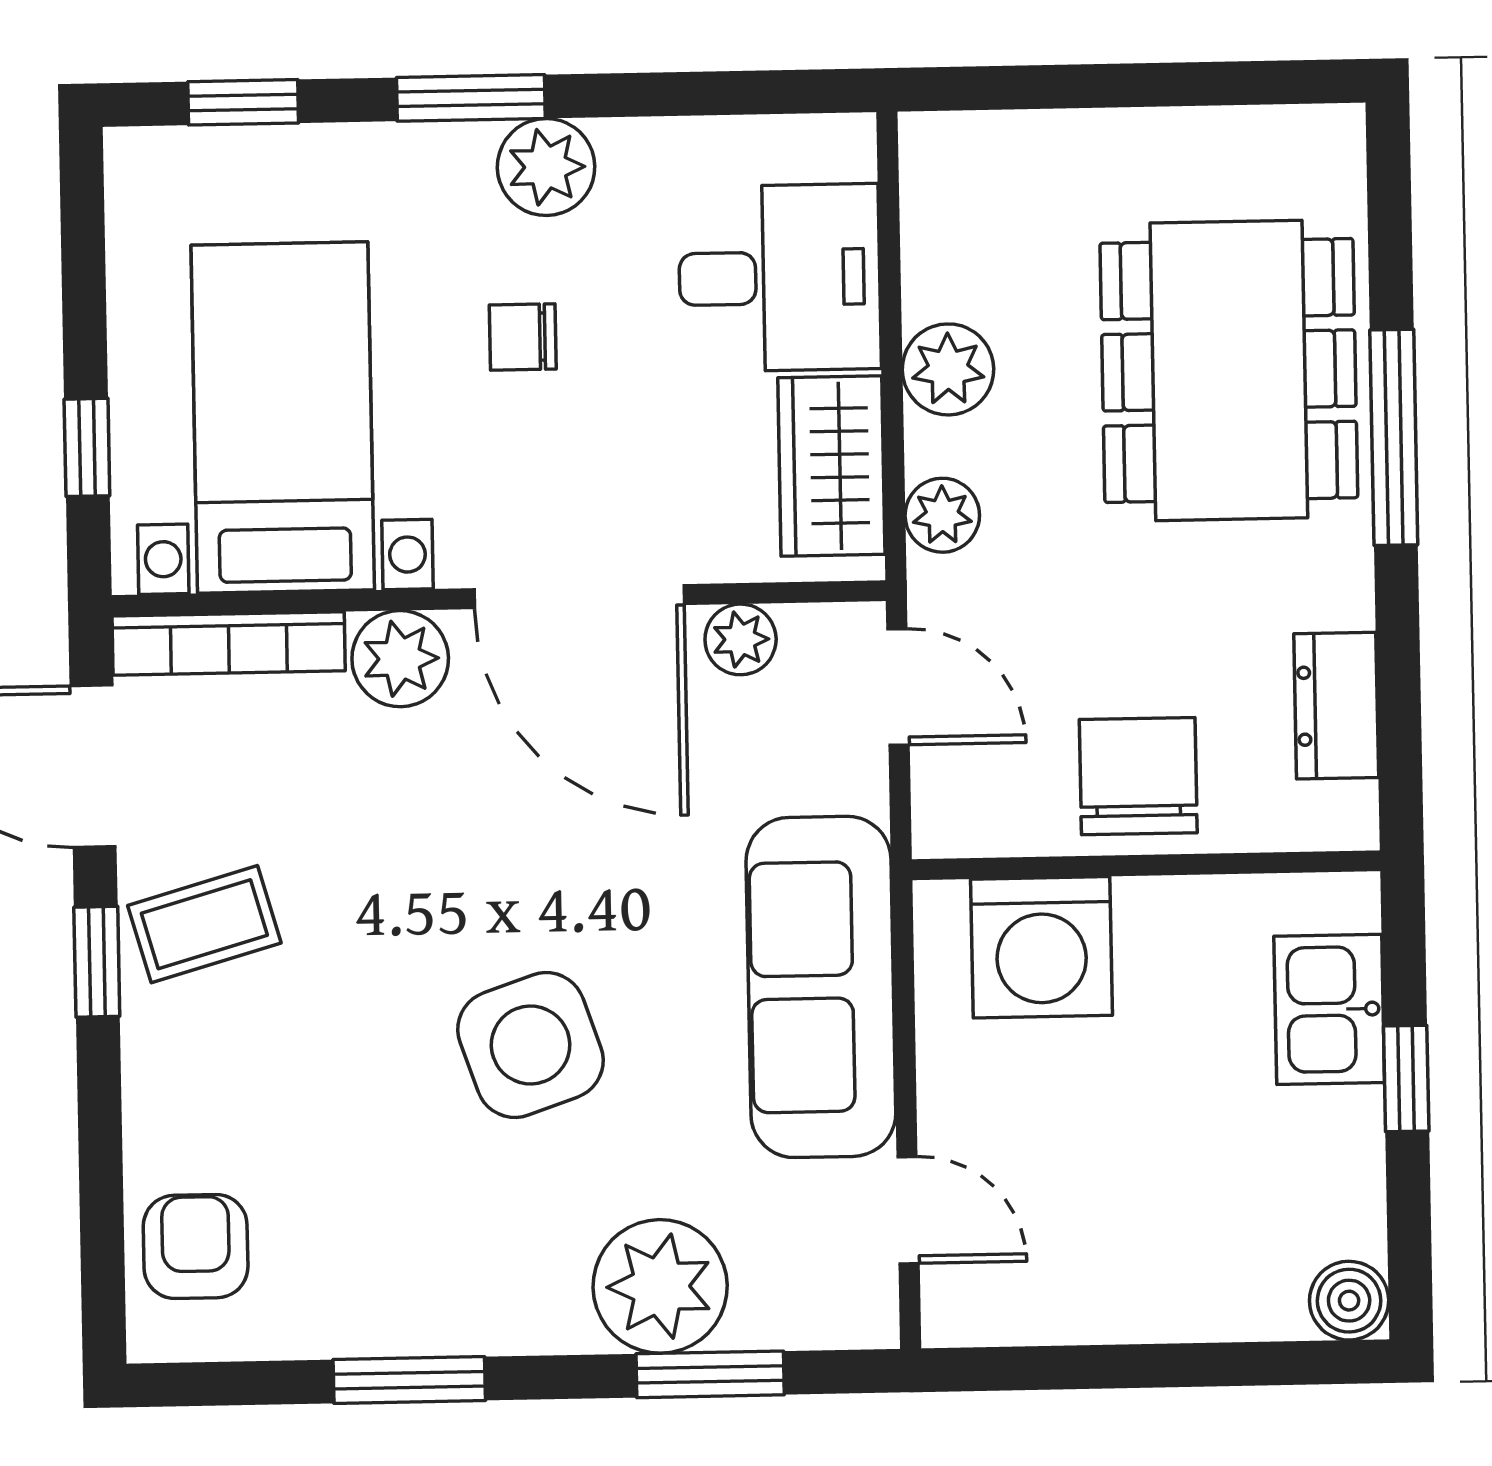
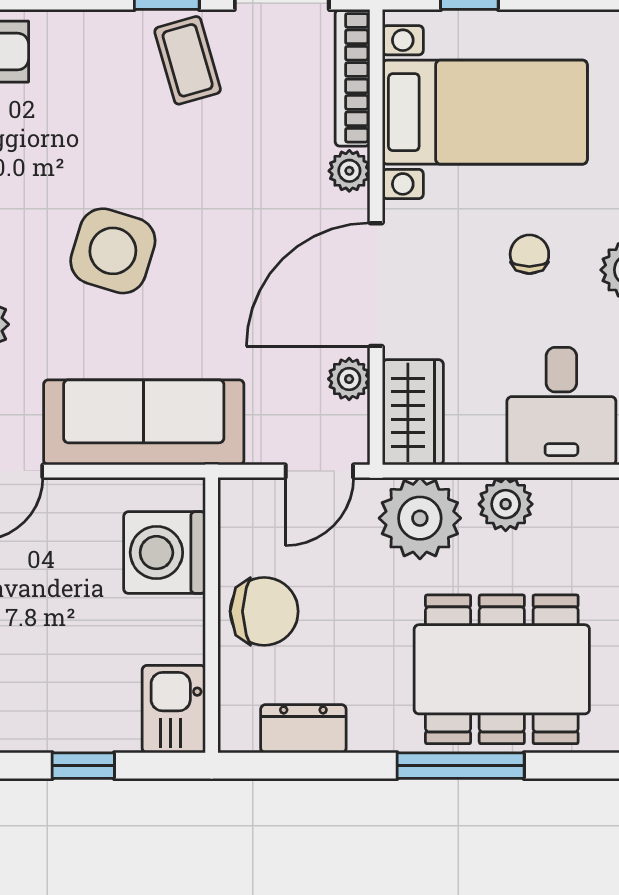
wardrobe: (831, 466) -> (413, 412), moved, turned 90
plant: (942, 515) -> (420, 518), width x1.87, depth x1.87
plant: (400, 659) -> (349, 171), width x0.73, depth x0.73
kitchen sink: (1329, 1009) -> (174, 709), moved, turned -90
side table: (531, 1045) -> (113, 251), turned 36

